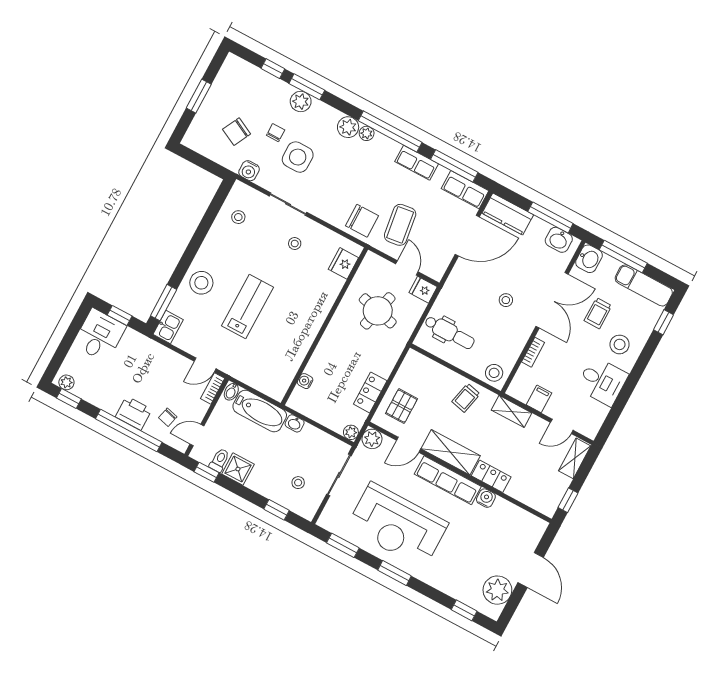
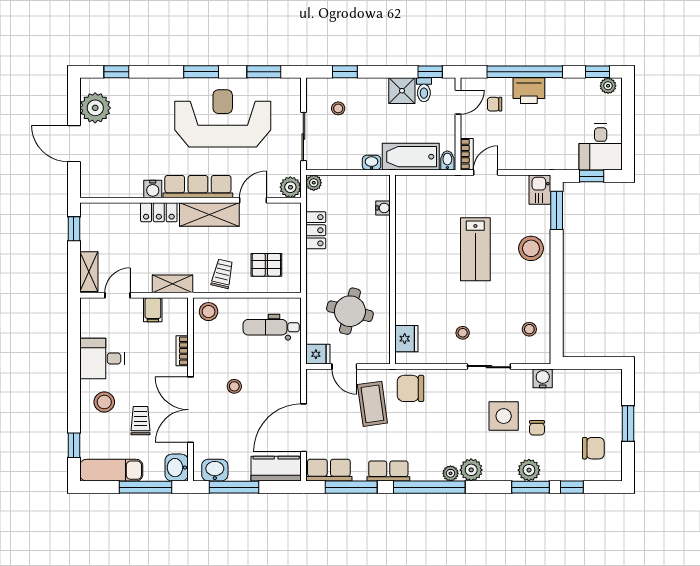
chair: (237, 132) -> (593, 448), moved, turned 63
pallet: (401, 406) -> (266, 265), moved, turned 90
chair: (168, 417) -> (495, 104), turned -105

